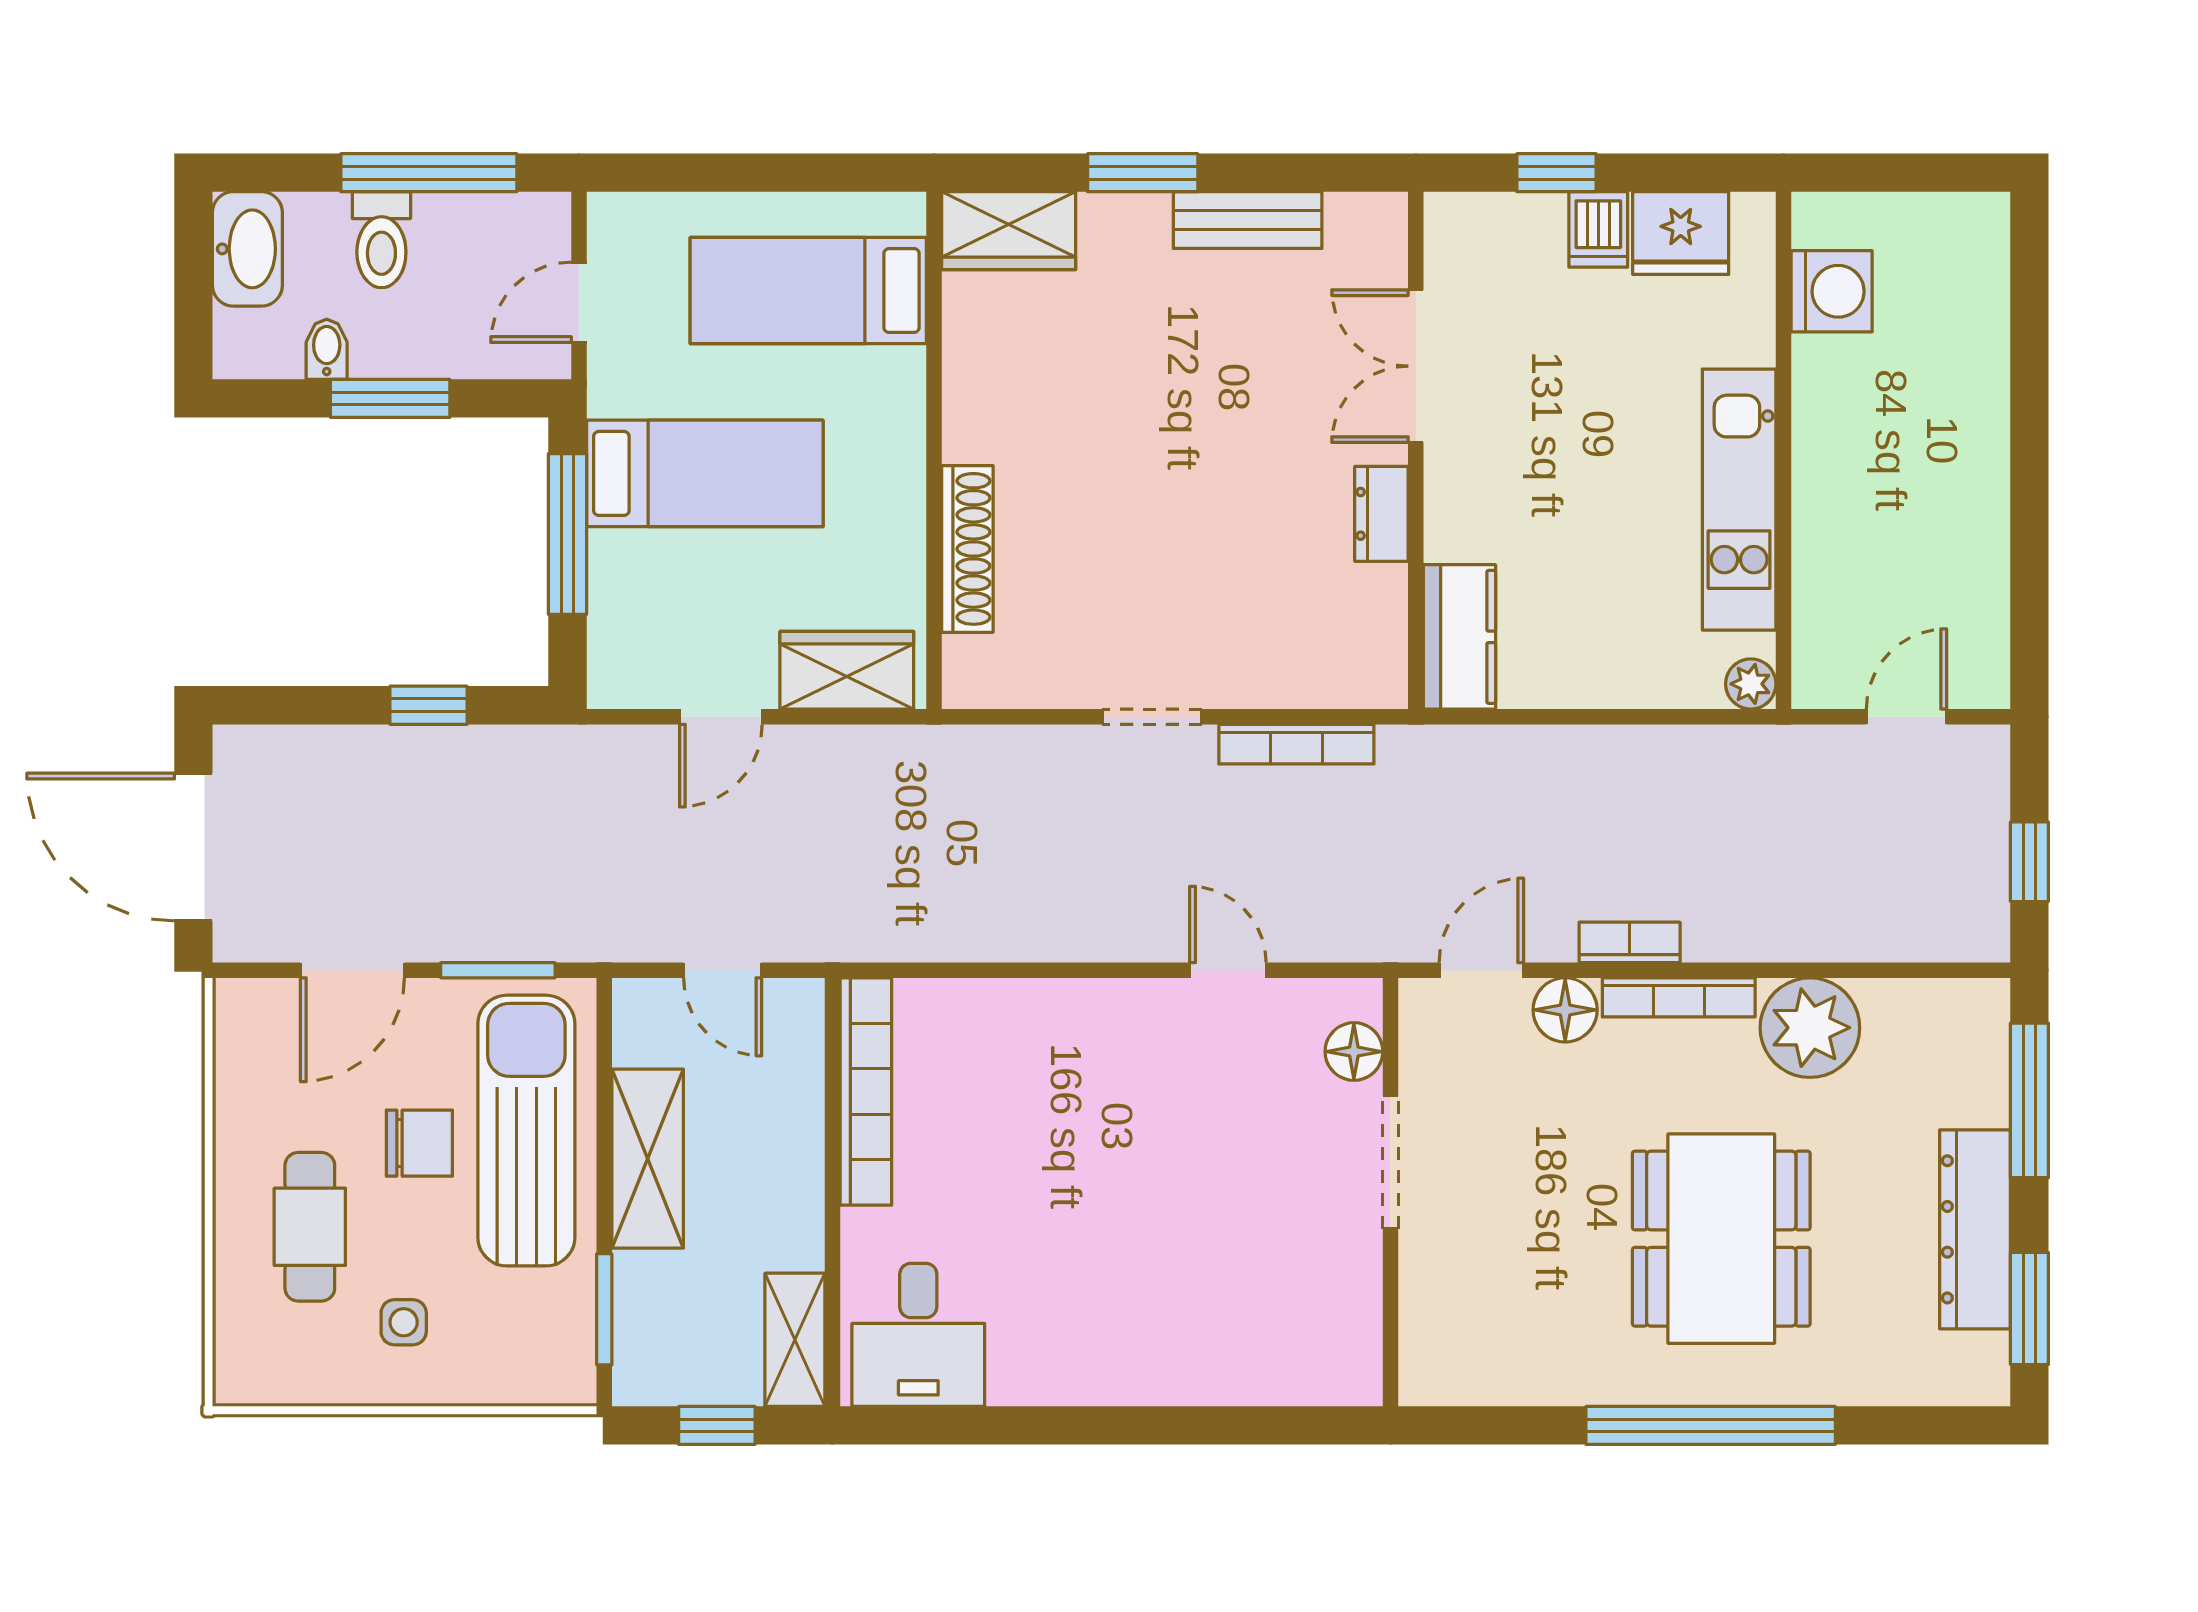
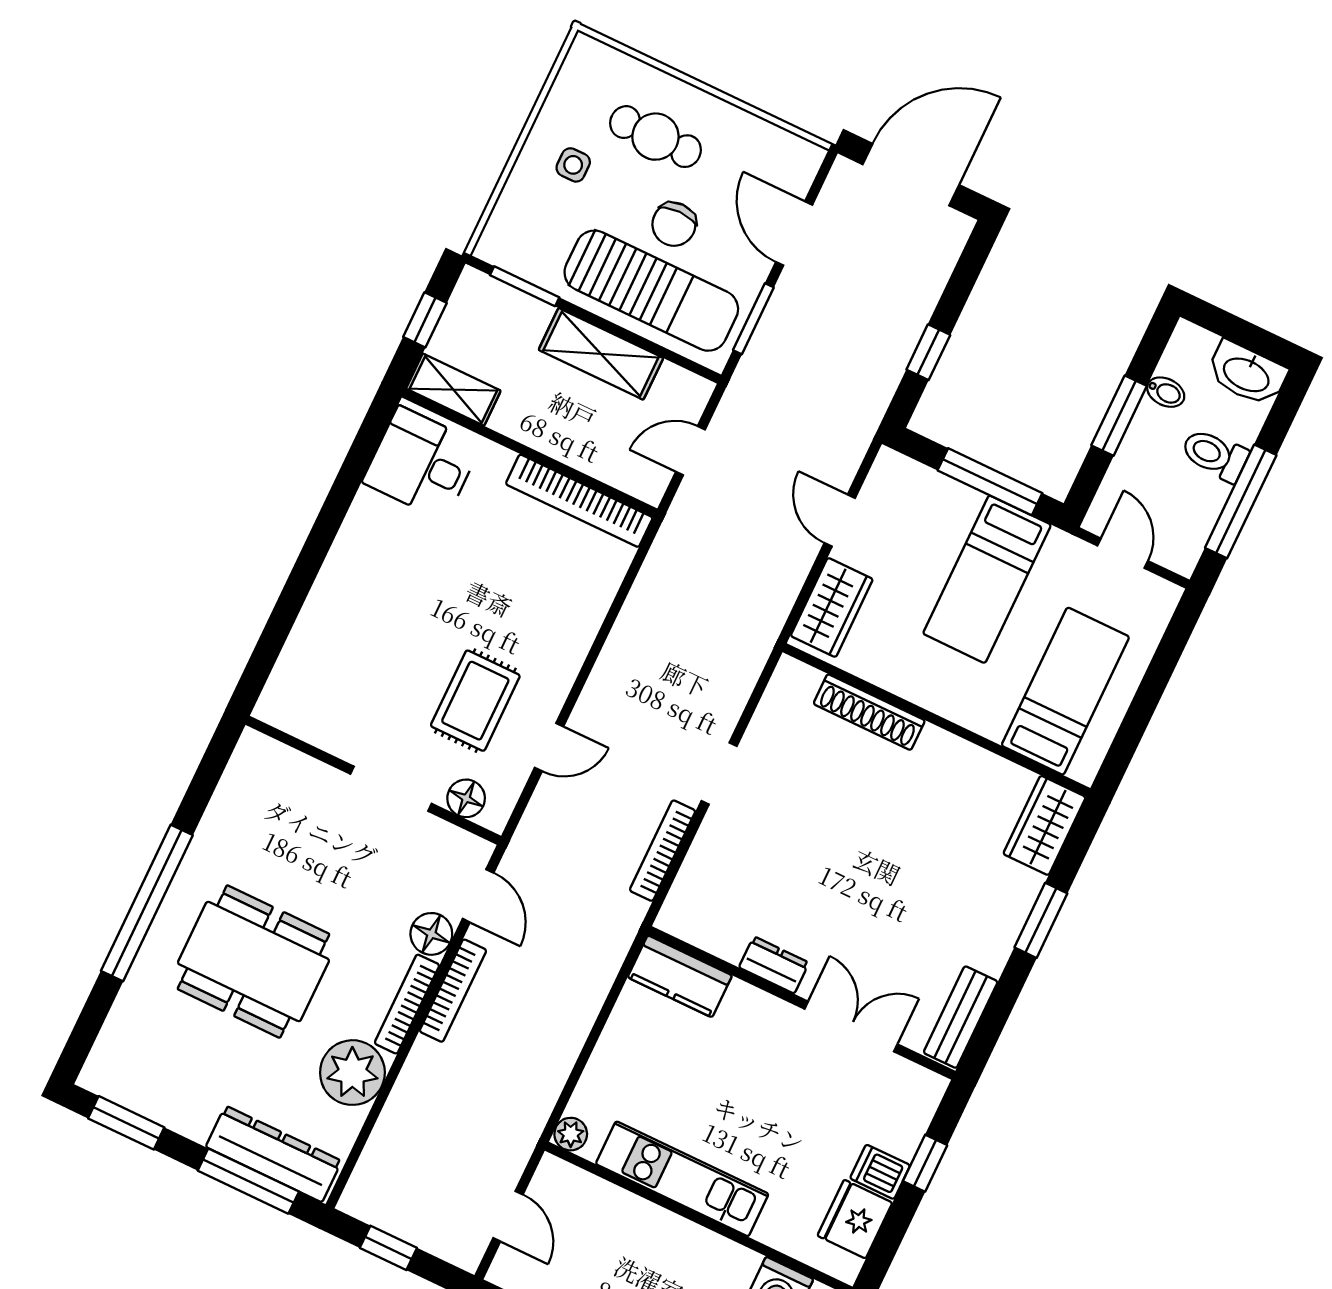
bench: (1248, 220) -> (961, 1017), moved
bookcase: (1630, 942) -> (453, 991), width x1.56
rug: (1212, 1103) -> (475, 701), added
dresser: (1975, 1229) -> (274, 1154), moved

